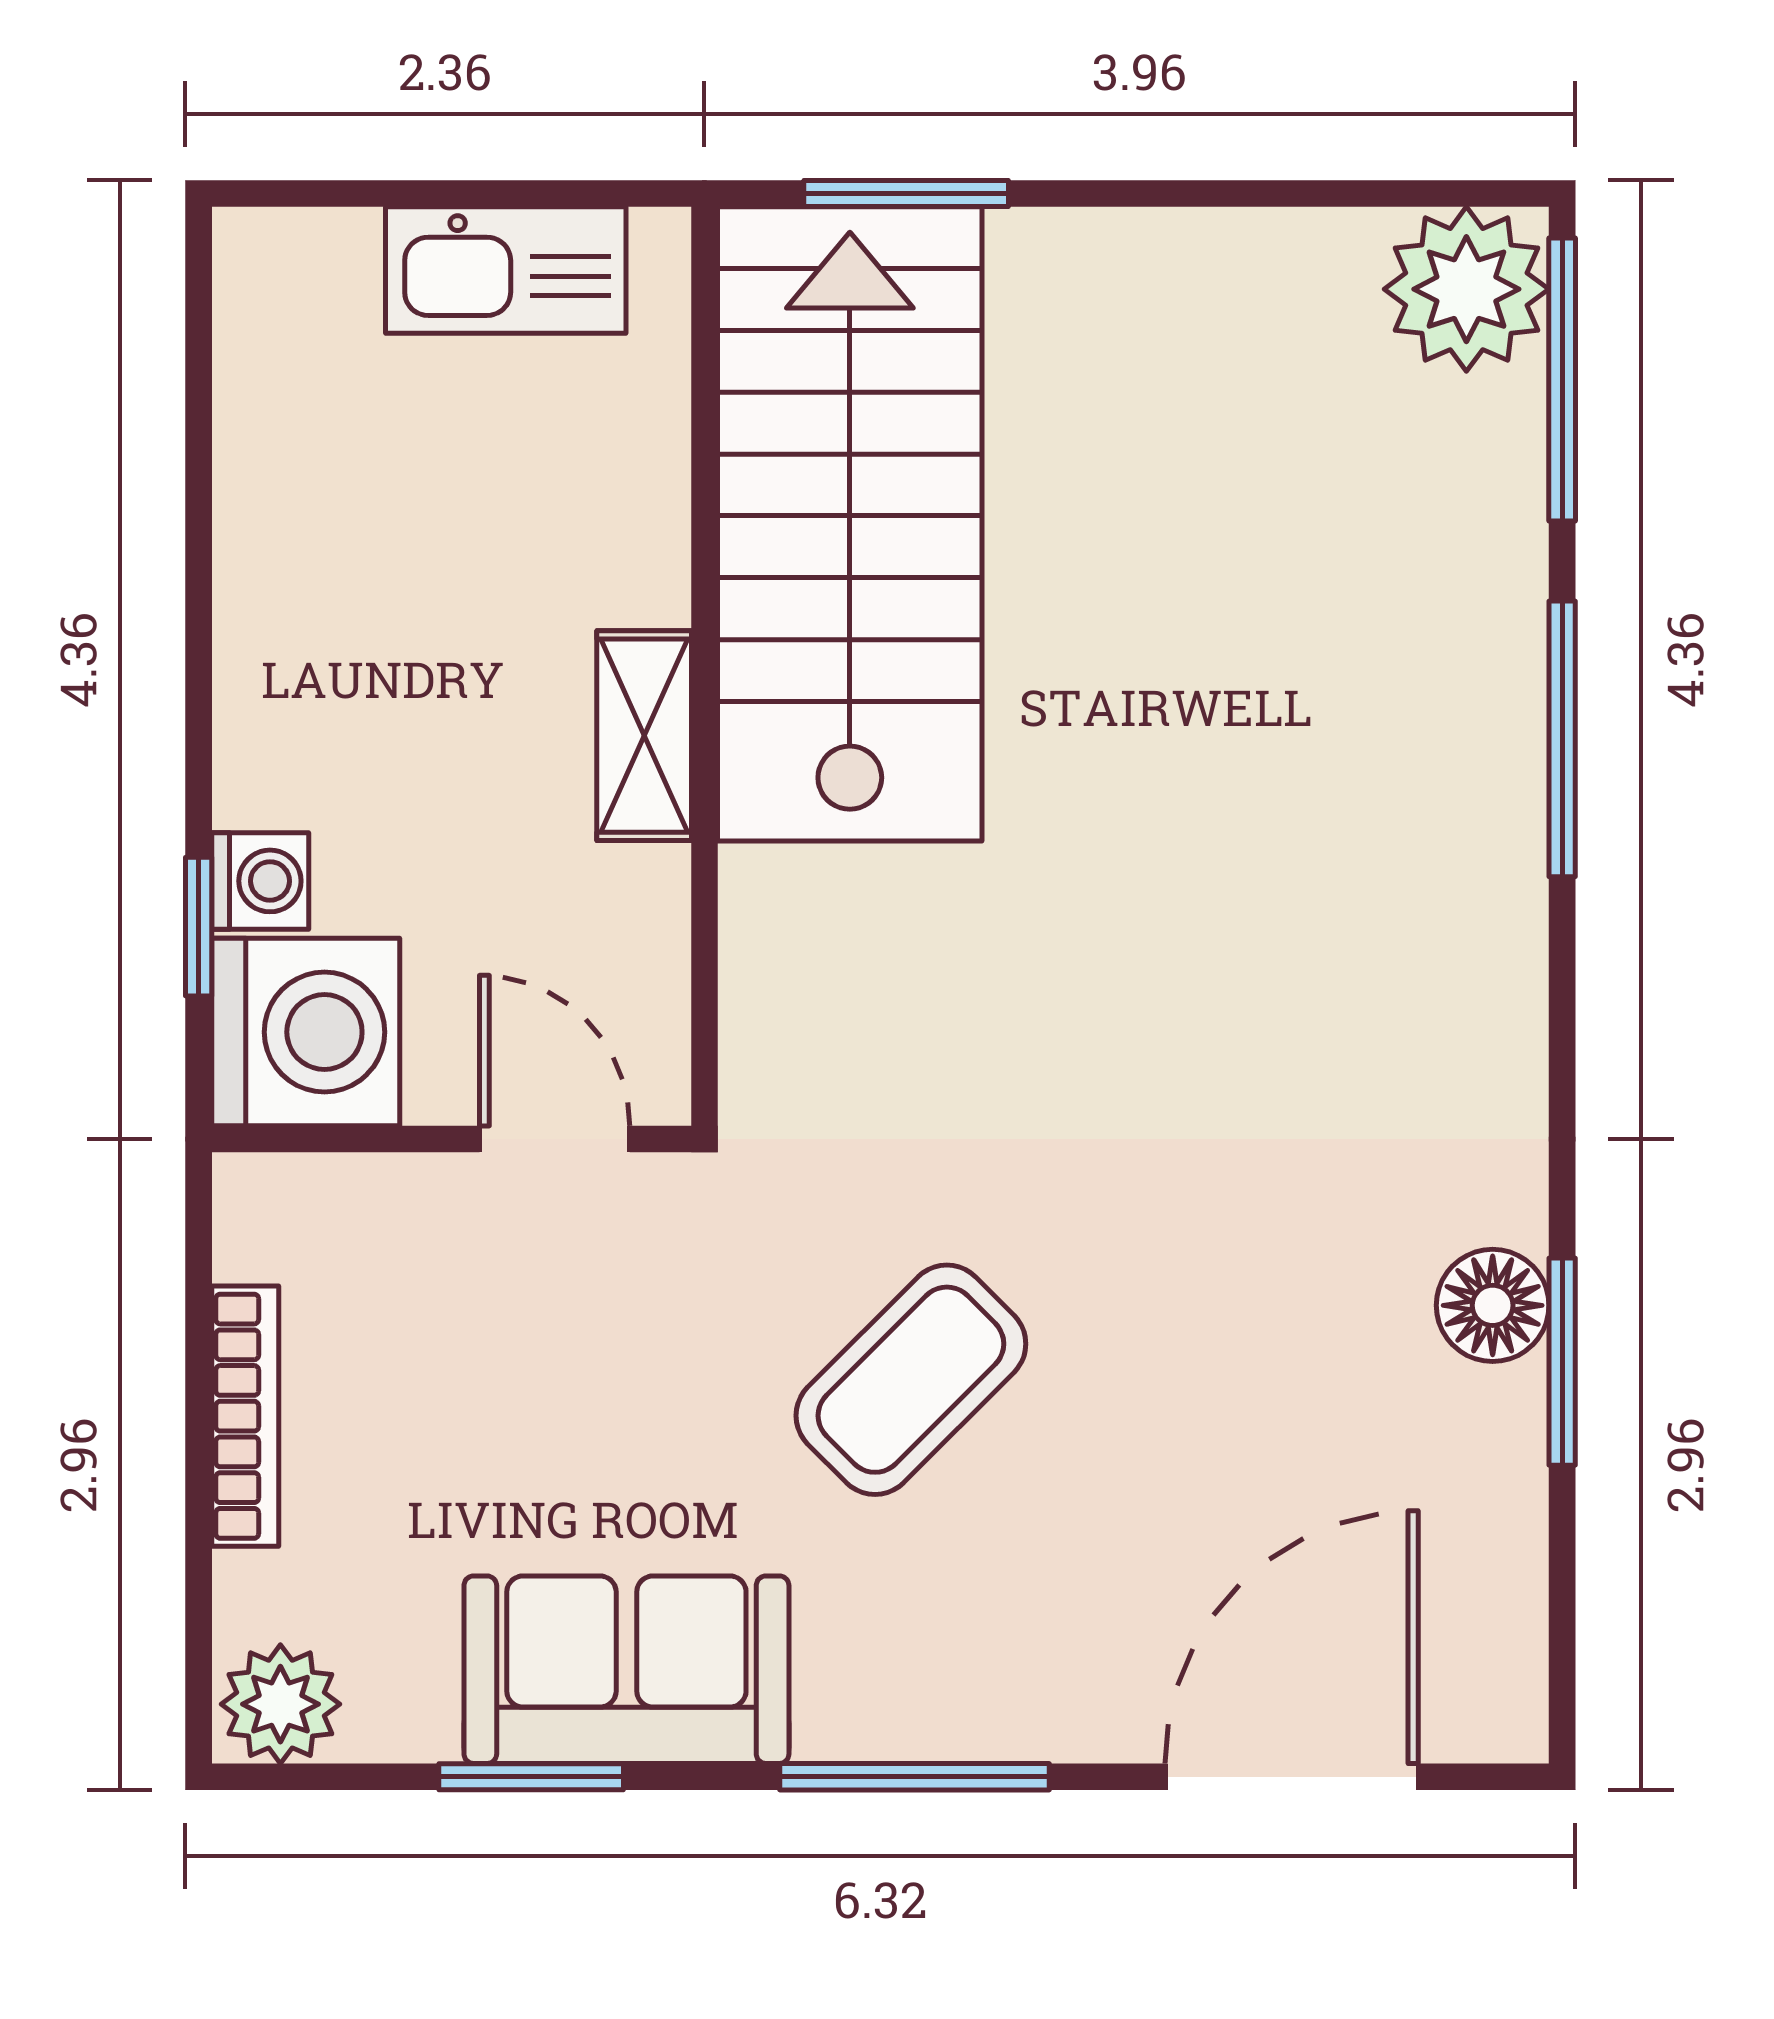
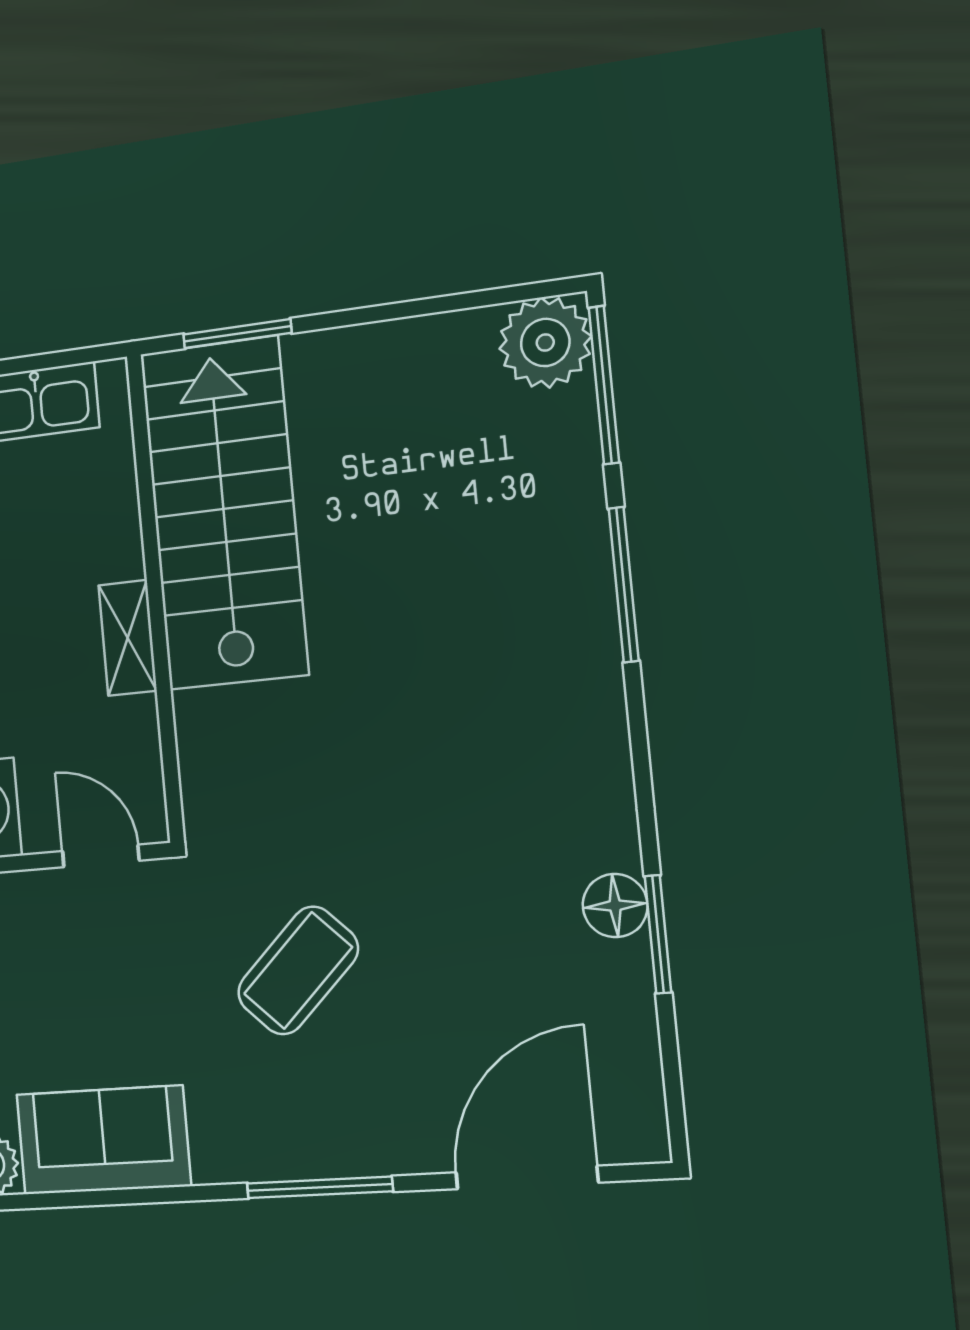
sofa: (626, 1670) -> (103, 1140), moved
window: (531, 1777) -> (118, 1197), removed

